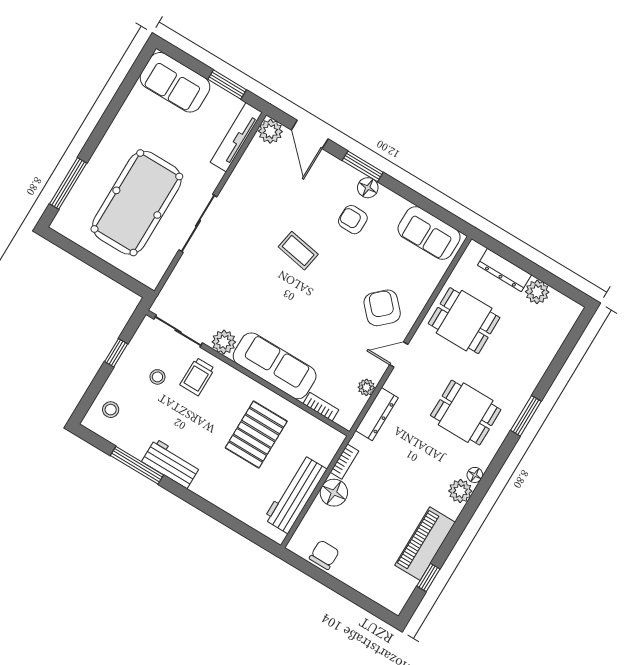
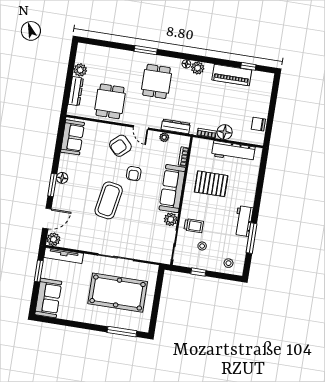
armchair: (353, 220) -> (134, 174), moved
coffee table: (298, 251) -> (109, 200), width x1.86, depth x1.72

